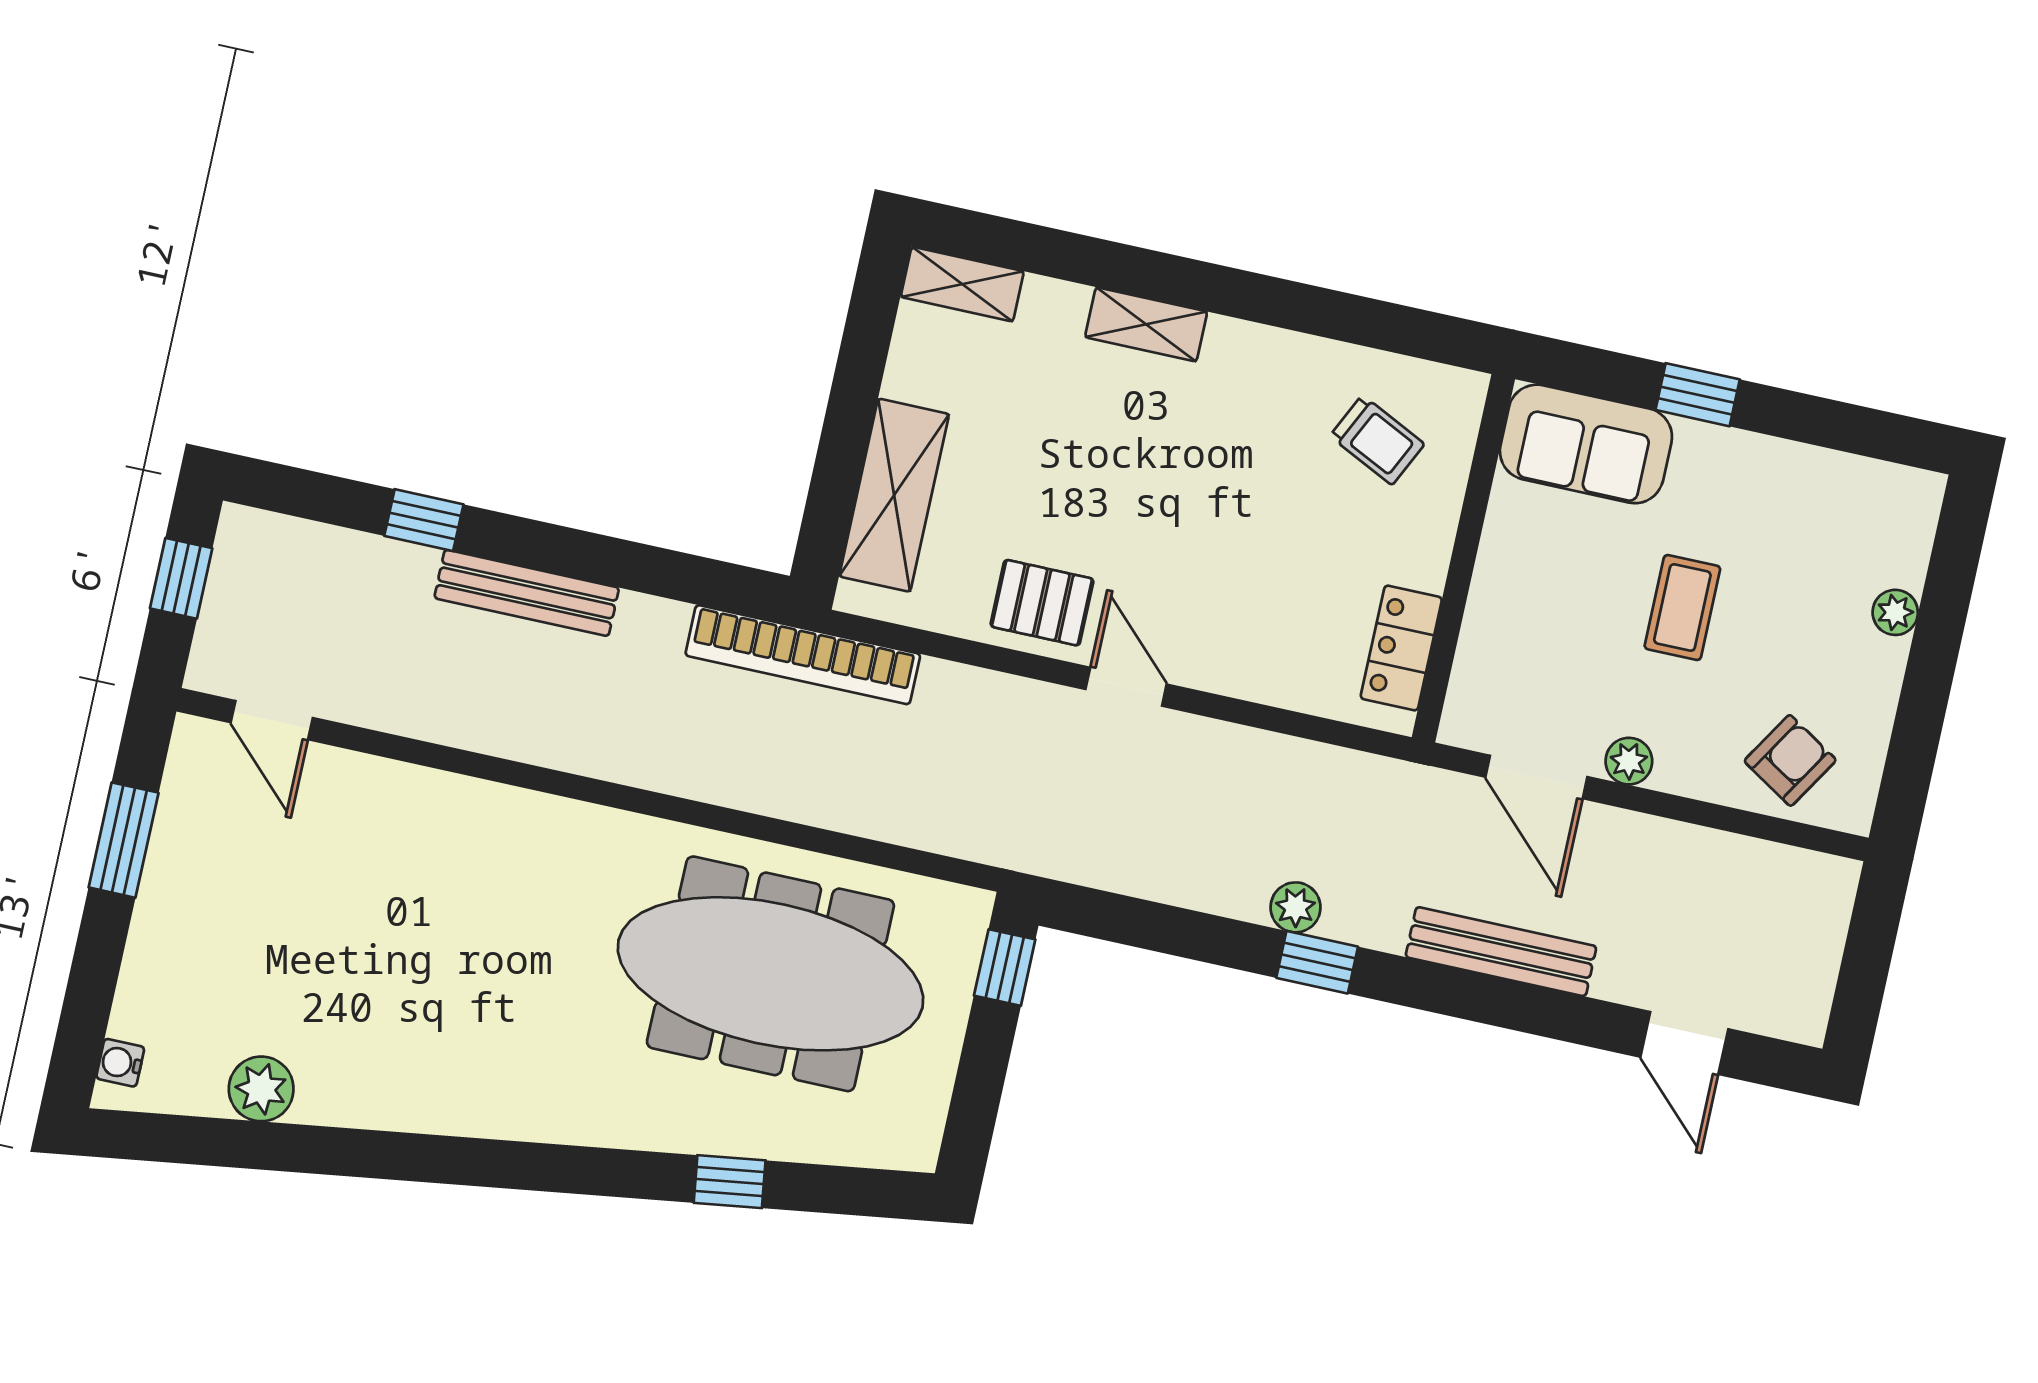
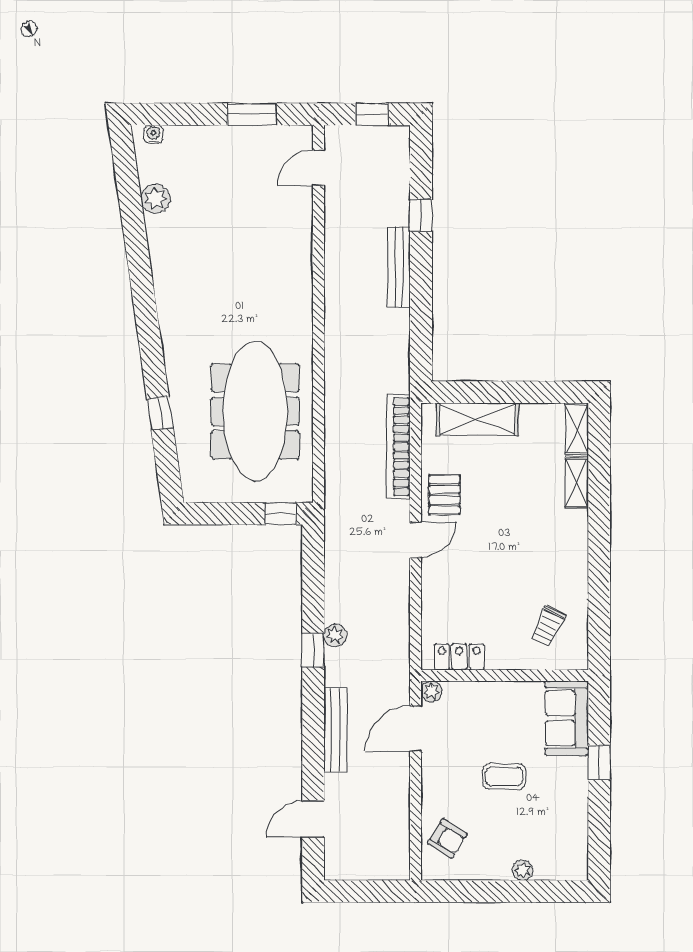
shelving: (1146, 324) -> (577, 483), moved
bookcase: (803, 655) -> (398, 447), moved
plant: (1629, 761) -> (431, 691), moved

